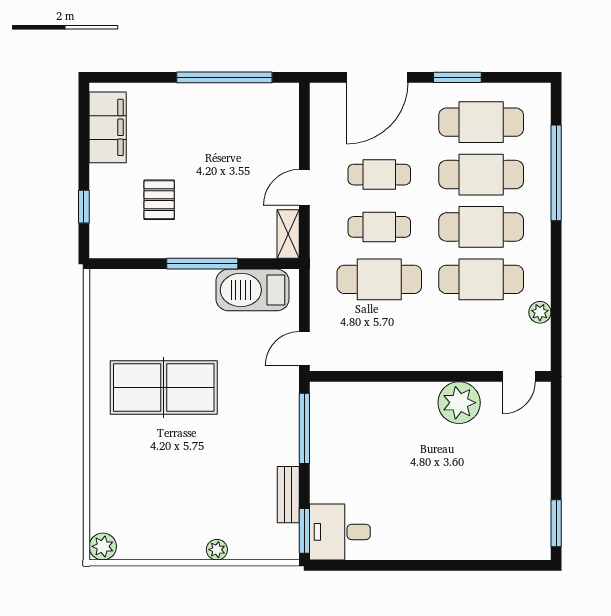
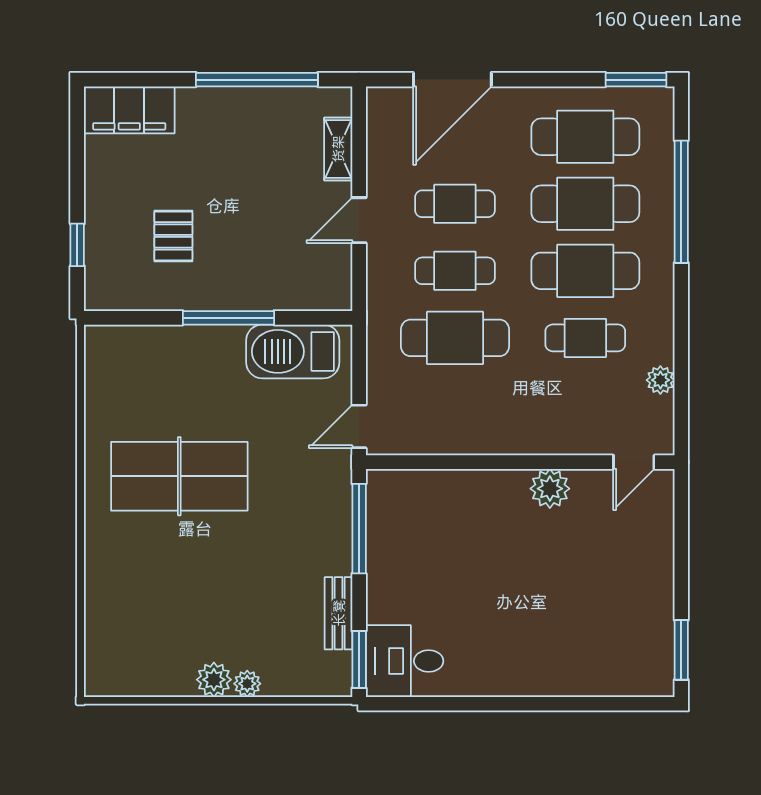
window: (457, 77) -> (636, 80), moved
filing cabinet: (108, 127) -> (129, 110), moved, turned 90
shelving: (288, 234) -> (338, 149), moved
cafe table: (481, 279) -> (585, 338), width x0.73, depth x0.74
plant: (459, 403) -> (550, 489), width x0.73, depth x0.73
plant: (103, 546) -> (214, 680), moved

